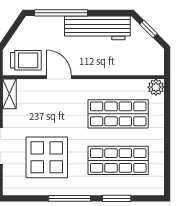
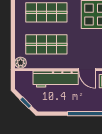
workbench: (97, 28) -> (56, 79), moved, turned 180

